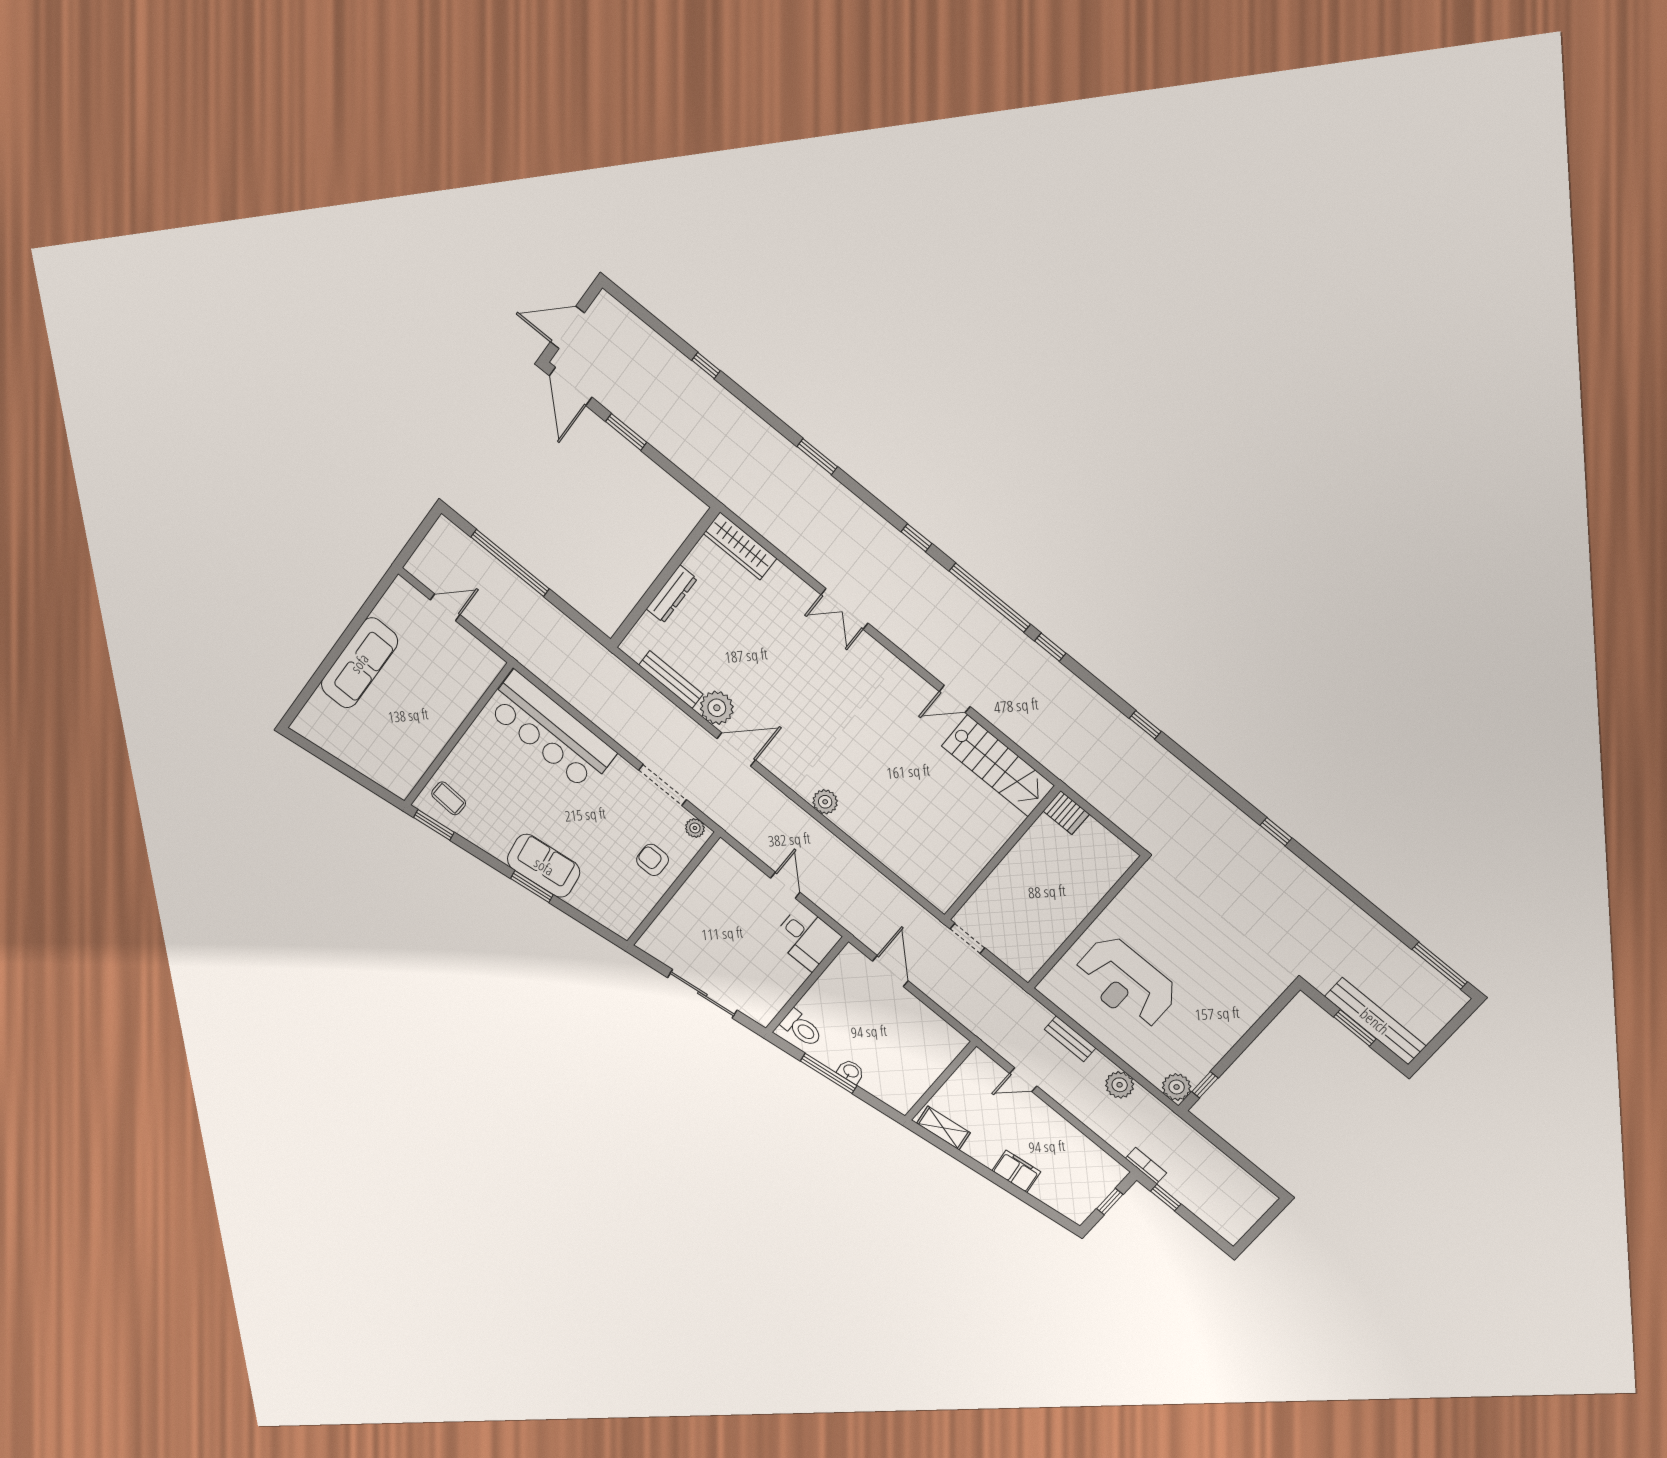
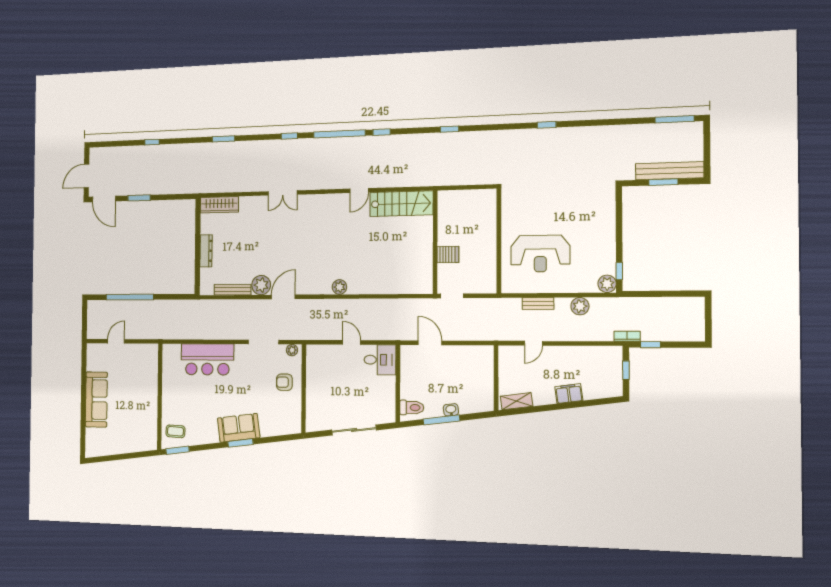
bar counter: (551, 731) -> (207, 359), width x0.73
server rack: (1066, 813) -> (448, 255), moved

